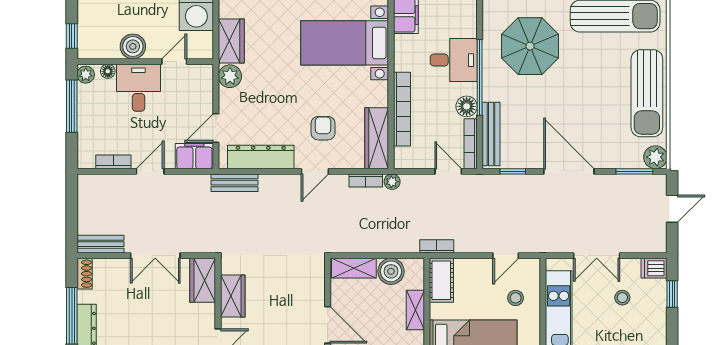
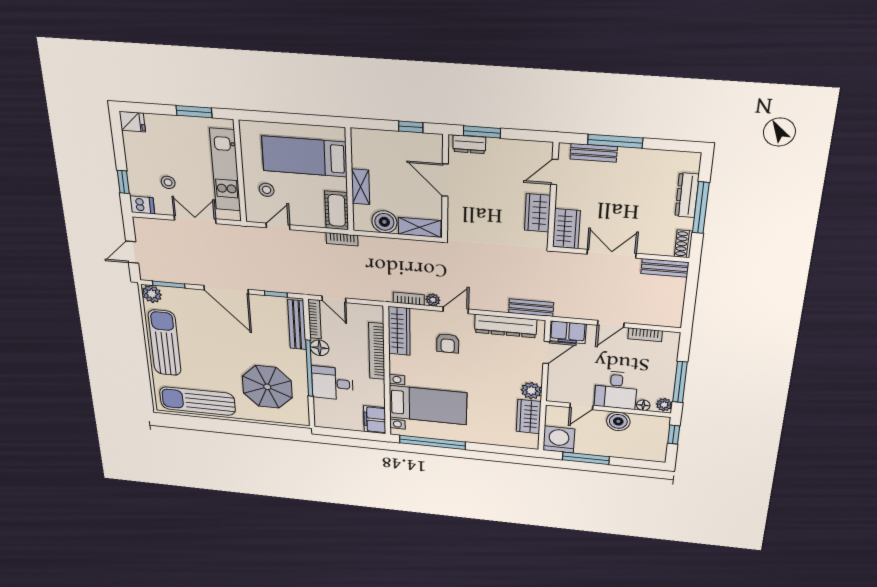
plant: (392, 182) -> (433, 300), moved

